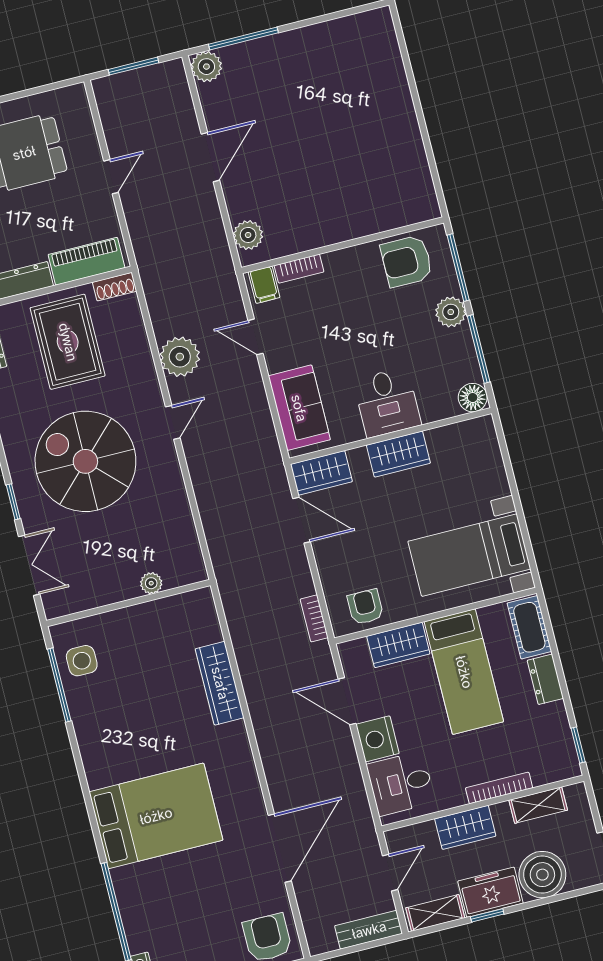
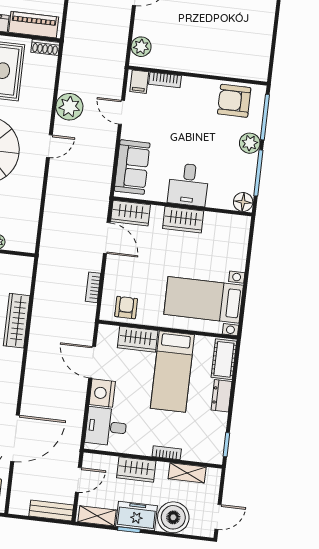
bookcase: (314, 618) -> (93, 287), moved
bookcase: (499, 788) -> (167, 453), width x0.64

